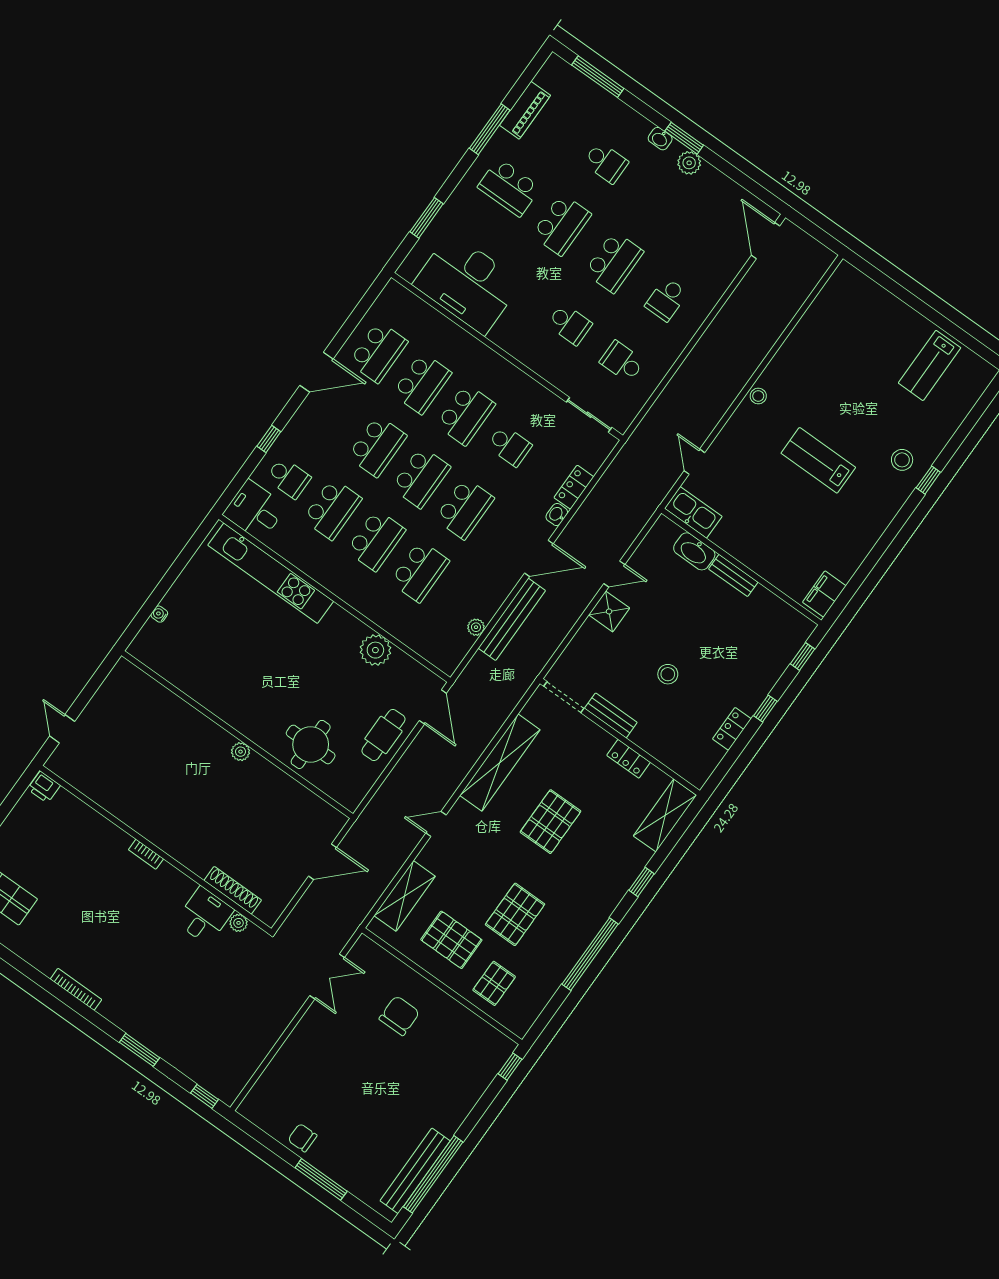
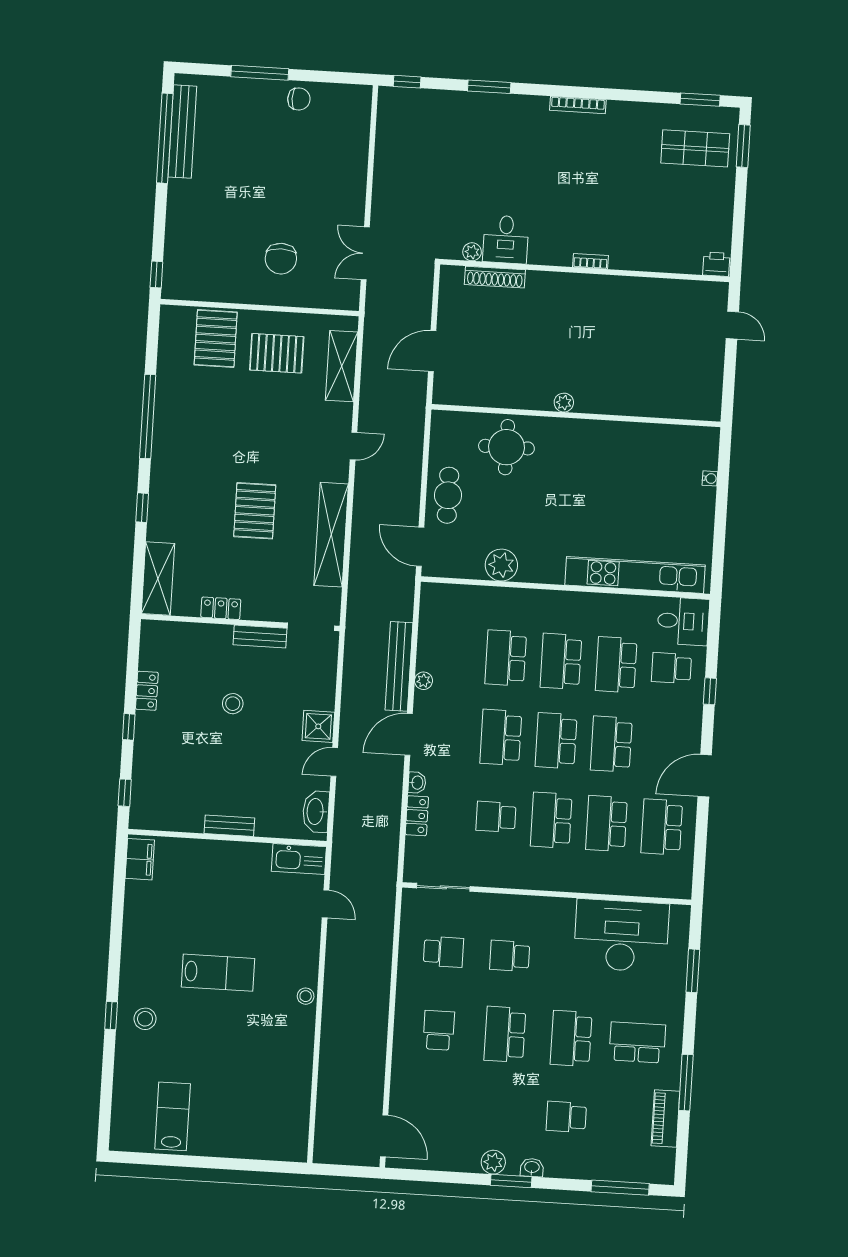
washbasin: (694, 551) -> (316, 812), moved, turned -90
plant: (476, 627) -> (424, 681), moved
pallet: (515, 914) -> (235, 410), removed
pallet: (494, 983) -> (216, 339), width x1.50, depth x1.42

